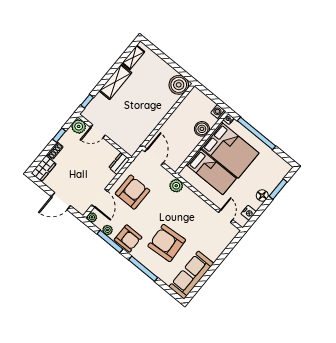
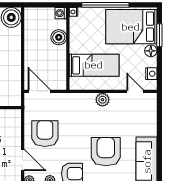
bed: (230, 150) -> (131, 27), moved, turned 180
dresser: (119, 163) -> (15, 120), removed
plant: (176, 186) -> (103, 100), moved
armchair: (167, 243) -> (106, 152), turned 94

